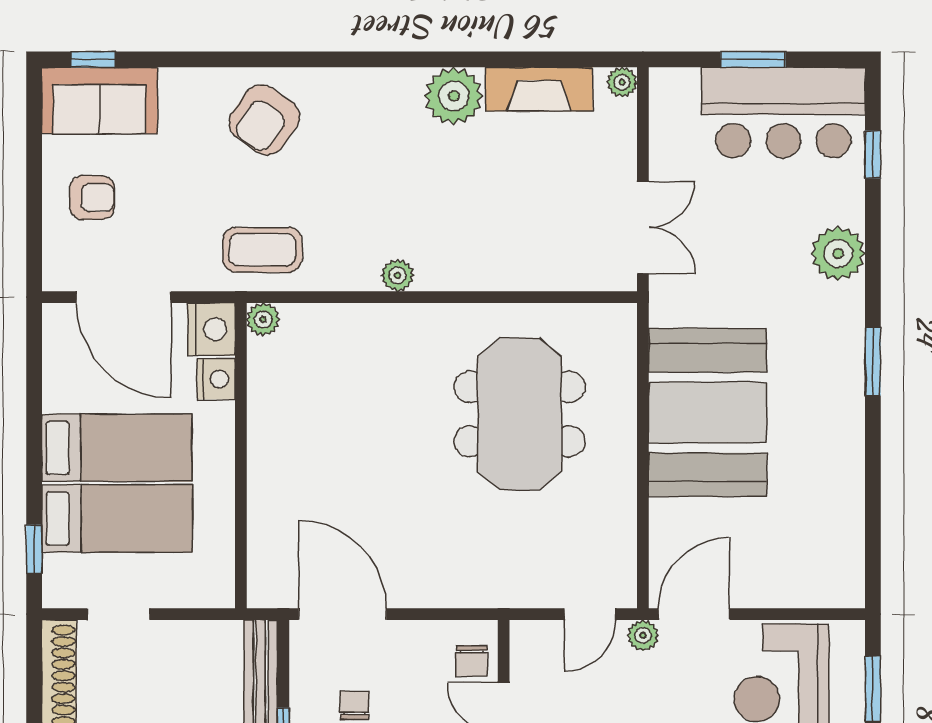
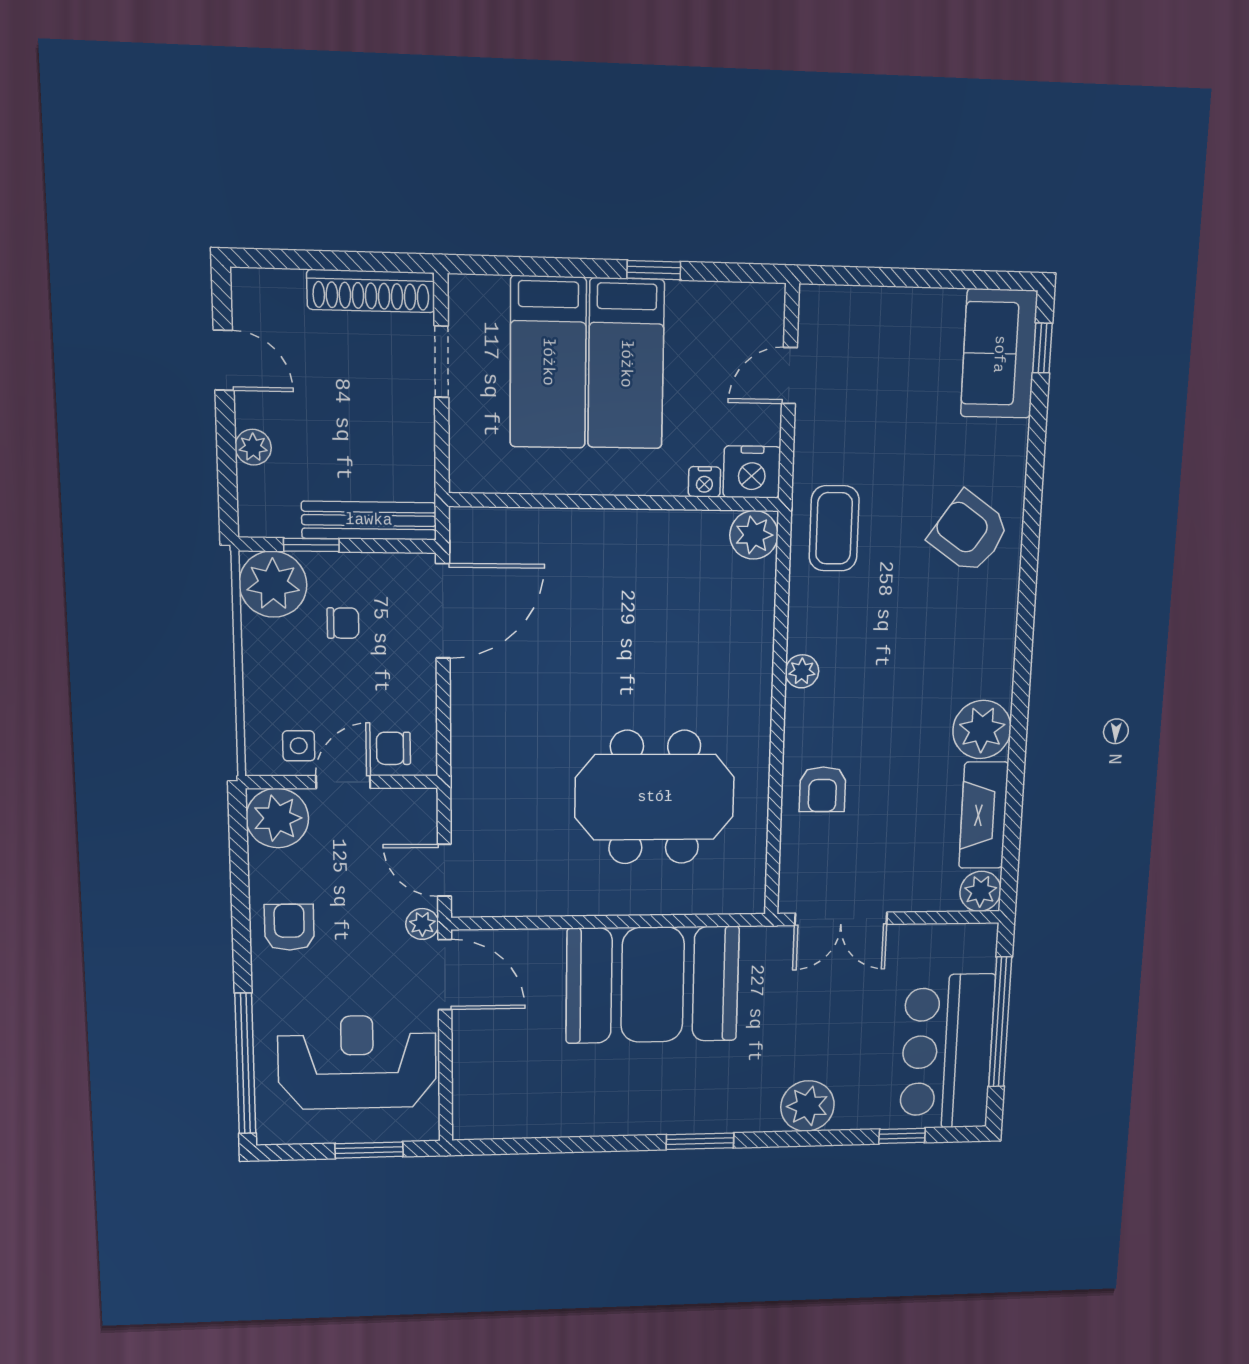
window: (753, 59) -> (1000, 1022), width x2.11
plant: (622, 82) -> (980, 891), width x1.38, depth x1.38
armchair: (92, 198) -> (823, 789), moved
door: (124, 297) -> (789, 376), width x0.53
plant: (263, 319) -> (754, 535), width x1.38, depth x1.38
nightstand: (216, 379) -> (704, 482), width x0.72, depth x0.74
window: (34, 549) -> (654, 270), moved

